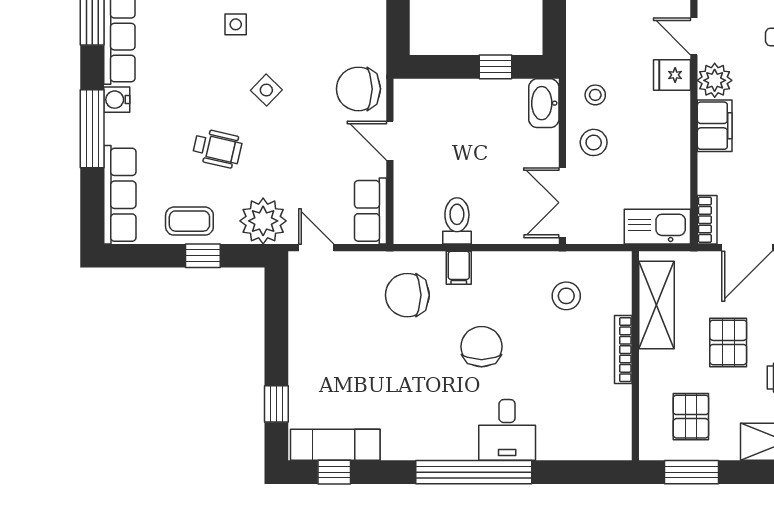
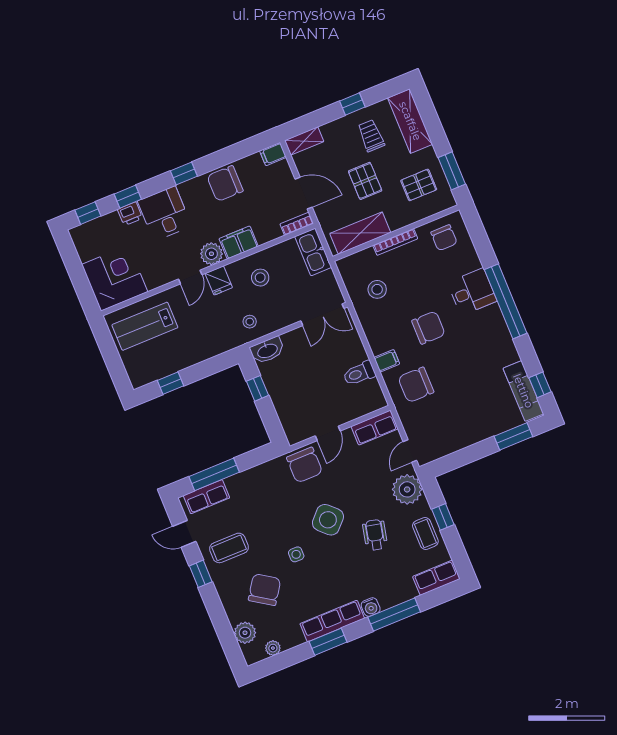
side table: (266, 90) -> (328, 520), width x1.87, depth x1.87
stool: (594, 142) -> (260, 278), moved
row of seats: (120, 195) -> (436, 578), width x0.68
chair: (407, 295) -> (416, 385), turned 90
pallet: (728, 342) -> (365, 181), turned 90
chair: (482, 347) -> (428, 328), turned 180
window: (276, 404) -> (513, 436), width x1.50
chair: (601, 422) -> (444, 238), added

